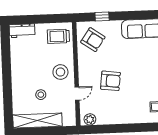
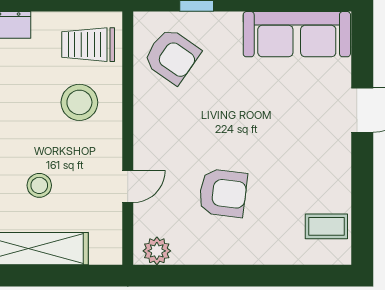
stool: (60, 72) -> (79, 102), moved
armchair: (111, 81) -> (223, 193), moved

